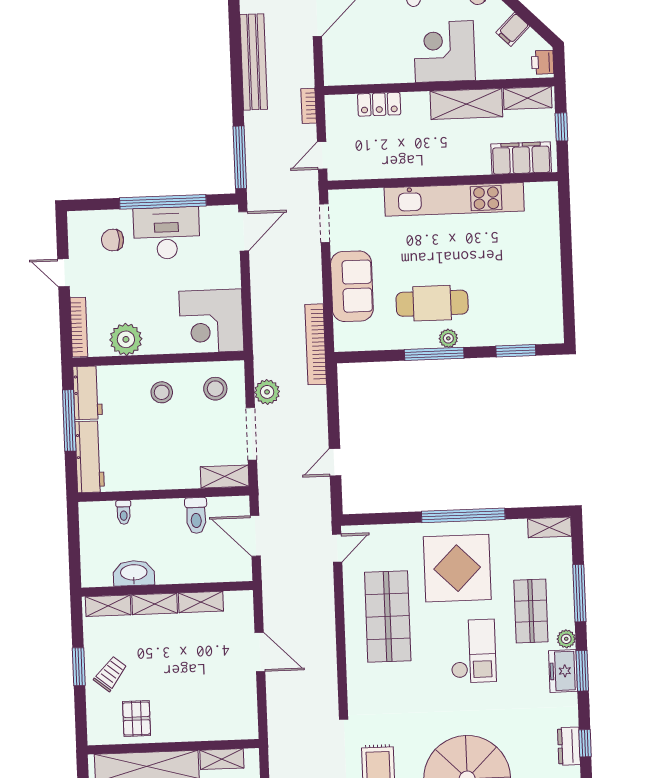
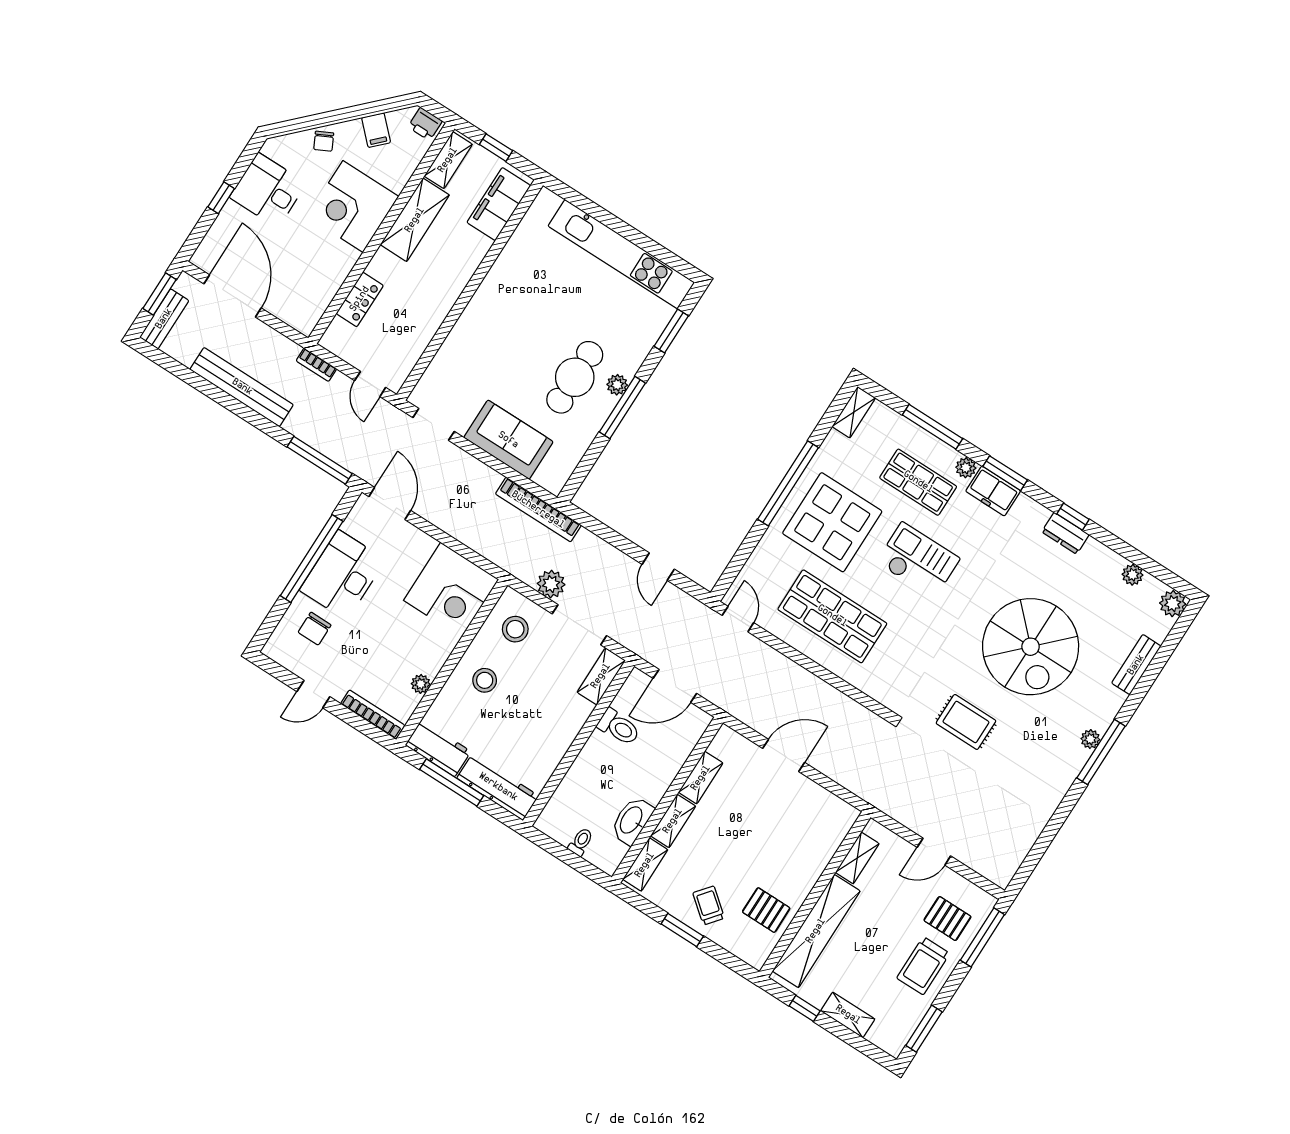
kitchen unit: (454, 199) -> (621, 254), moved, turned 90
plant: (126, 339) -> (421, 684), width x0.53, depth x0.53
toilet: (124, 512) -> (581, 842), moved, turned -90

